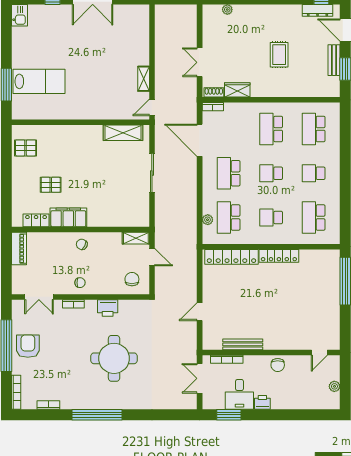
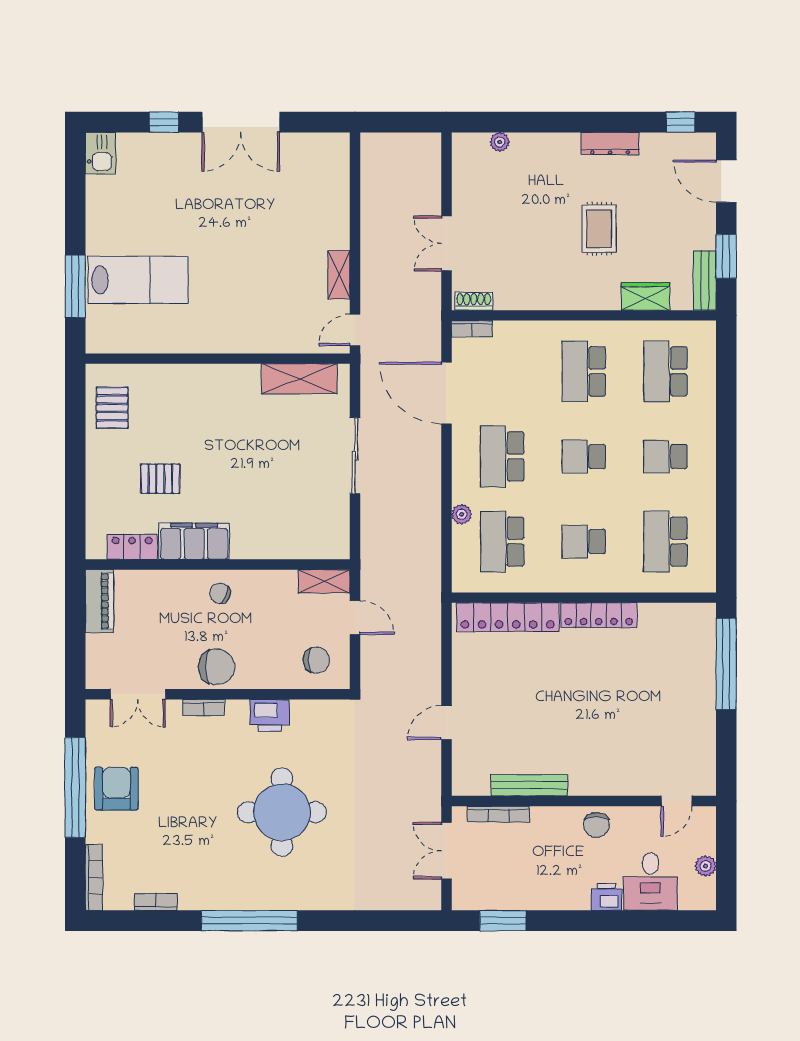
dresser: (318, 10) -> (610, 144), moved
bench: (334, 60) -> (705, 281), moved
wardrobe: (237, 90) -> (645, 296), moved
pallet: (26, 148) -> (112, 408), turned 90
plant: (208, 220) -> (462, 514), moved
chair: (132, 279) -> (316, 660), turned 90
chair: (80, 283) -> (217, 667), width x1.87, depth x1.87
desk: (239, 394) -> (650, 881), moved
printer: (262, 402) -> (607, 897), moved

